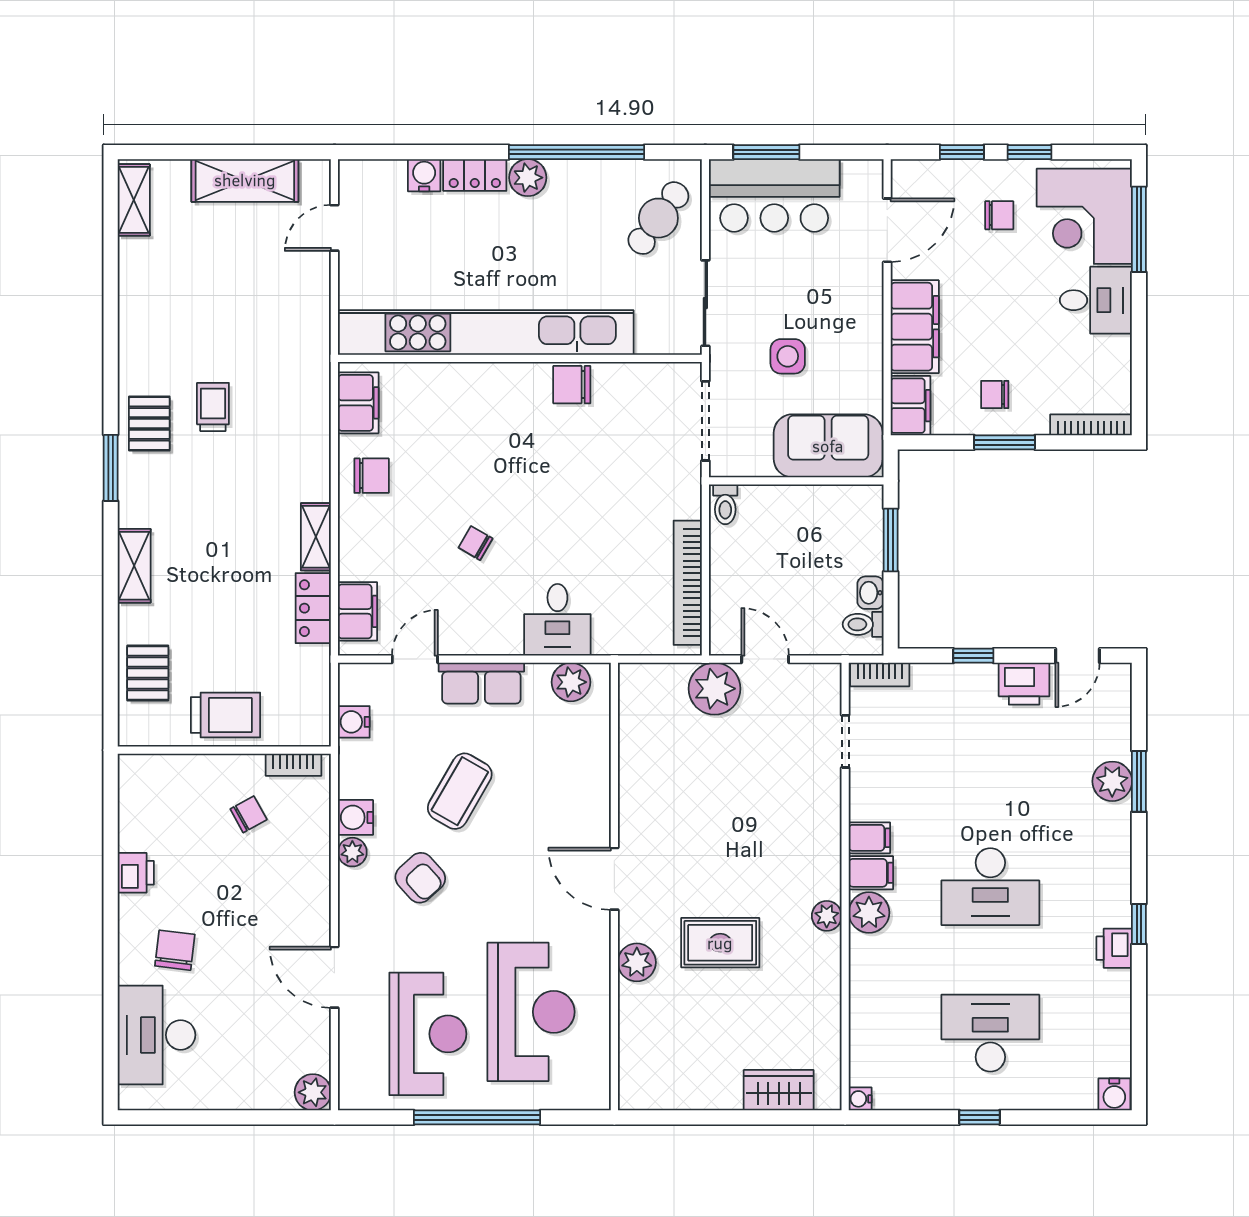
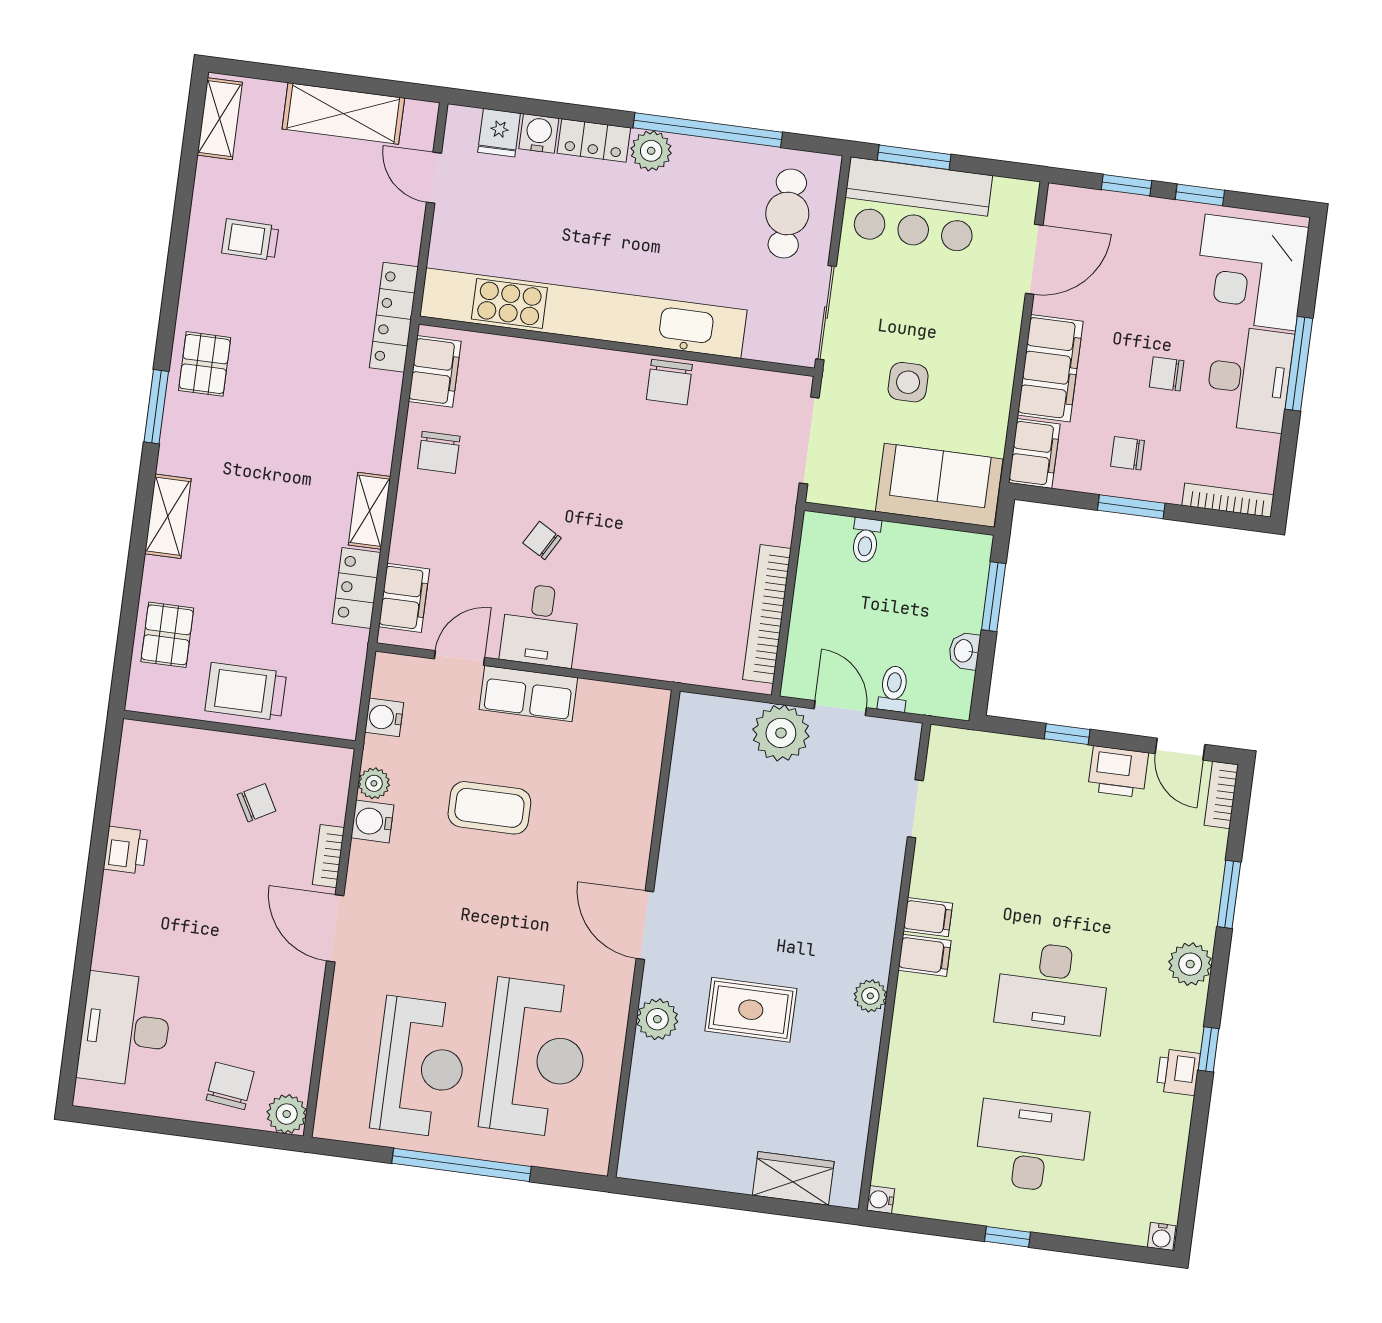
fridge: (388, 179) -> (499, 133), added
chair: (999, 215) -> (1167, 374), moved, turned 180
cafe table: (658, 218) -> (787, 213), turned -36
door: (334, 228) -> (434, 178), hinge flipped
window: (1139, 229) -> (1299, 364), moved
desk: (1096, 300) -> (1249, 379), width x1.37
locker: (315, 359) -> (394, 317), added
chair: (572, 385) -> (669, 382), turned -90
trolley: (213, 407) -> (250, 240), moved, turned -89
chair: (372, 476) -> (439, 452), turned 90
toilet: (725, 504) -> (866, 540), moved
desk: (557, 620) -> (540, 625), moved
toilet: (863, 624) -> (894, 689), moved, turned 90
door: (1077, 656) -> (1180, 749), hinge flipped
bookcase: (880, 675) -> (1221, 795), moved, turned 90
plant: (571, 682) -> (626, 705), removed
trolley: (225, 715) -> (246, 692), turned 180
bookcase: (293, 765) -> (328, 856), moved, turned 90
plant: (1112, 781) -> (1190, 964), moved
coffee table: (460, 791) -> (489, 808), turned 60
plant: (352, 852) -> (374, 783), moved
armchair: (420, 878) -> (434, 896), removed
plant: (869, 913) -> (917, 998), removed
chair: (175, 950) -> (230, 1086), moved
door: (334, 977) -> (335, 928), moved
water cooler: (1114, 1094) -> (1162, 1236), width x0.72, depth x0.72

